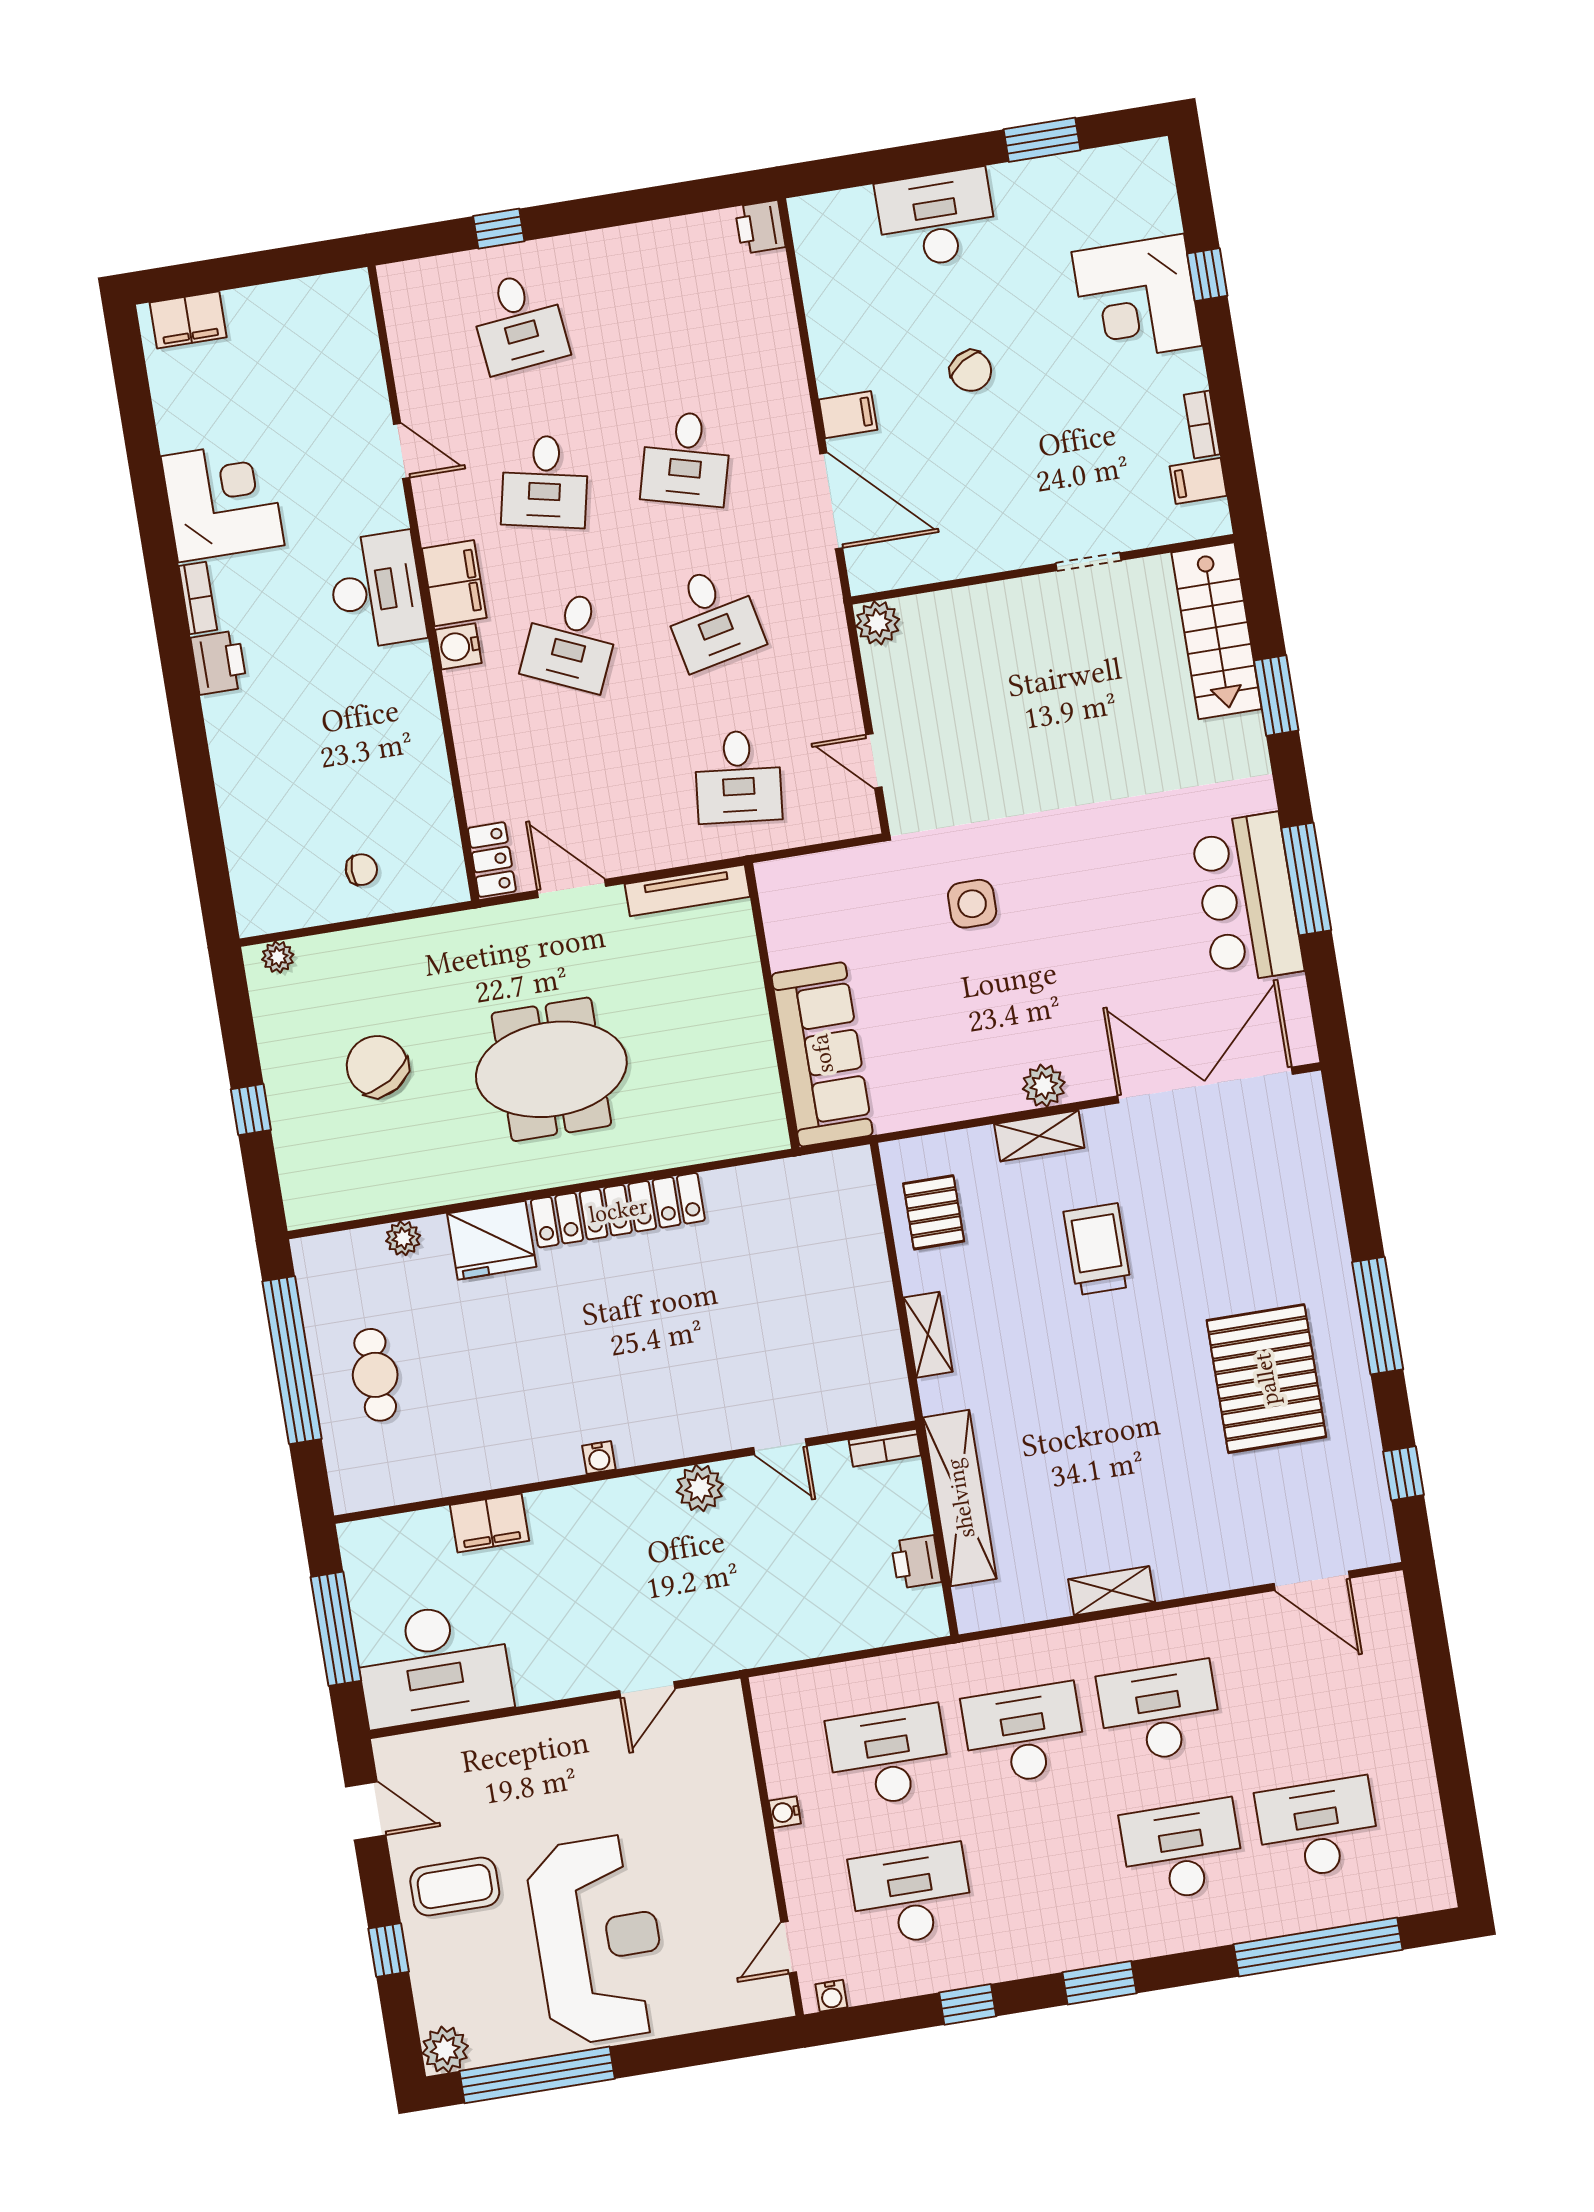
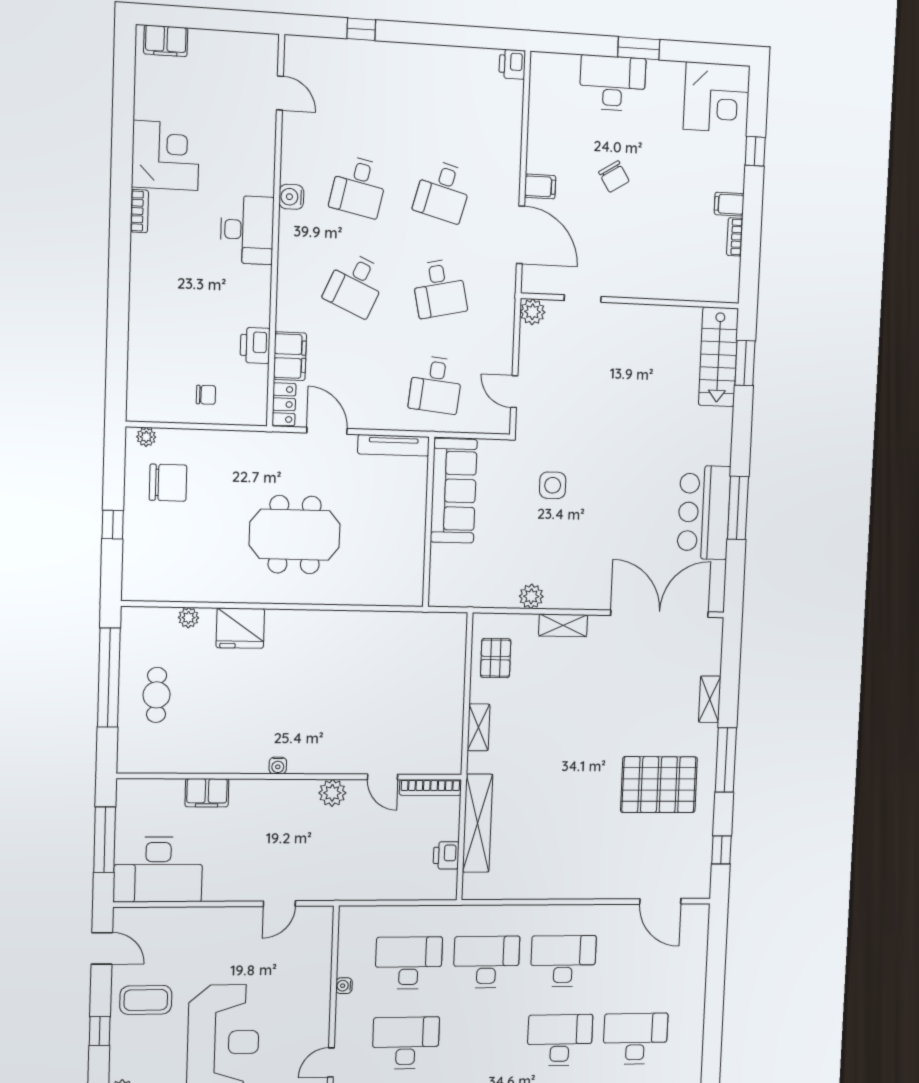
window: (1042, 140) -> (639, 48), moved
corner desk: (1137, 299) -> (717, 97), moved, turned -90
desk: (519, 322) -> (362, 88), removed
door: (402, 451) -> (280, 93), moved
filing cabinet: (1198, 481) -> (729, 204), moved
doorway: (1089, 562) -> (583, 299), moved
filing cabinet: (454, 583) -> (290, 356), moved
water cooler: (458, 646) -> (291, 197), moved
printer: (219, 662) -> (255, 345), moved, turned 180
window: (1276, 695) -> (745, 363), moved
sofa: (822, 1054) -> (454, 491), moved
chair: (377, 1066) -> (168, 483), moved, turned 122
plant: (1044, 1086) -> (531, 596), moved
locker: (618, 1210) -> (317, 624), removed
trolley: (1097, 1249) -> (582, 696), removed
pallet: (1266, 1379) -> (659, 785), turned 90
bookcase: (885, 1448) -> (430, 787), width x1.56
shelving: (1112, 1591) -> (710, 699), moved, turned 90

